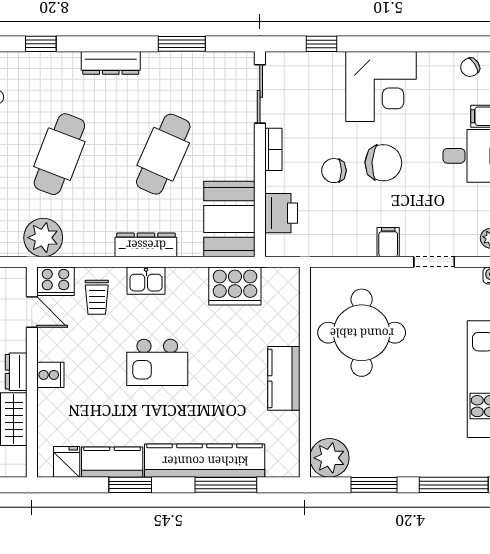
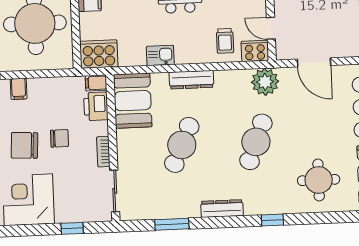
filing cabinet: (279, 246) -> (96, 83), added
kitchen sink: (146, 281) -> (160, 55), moved
cooker: (235, 286) -> (99, 54), moved
trolley: (97, 297) -> (225, 41), turned 180

